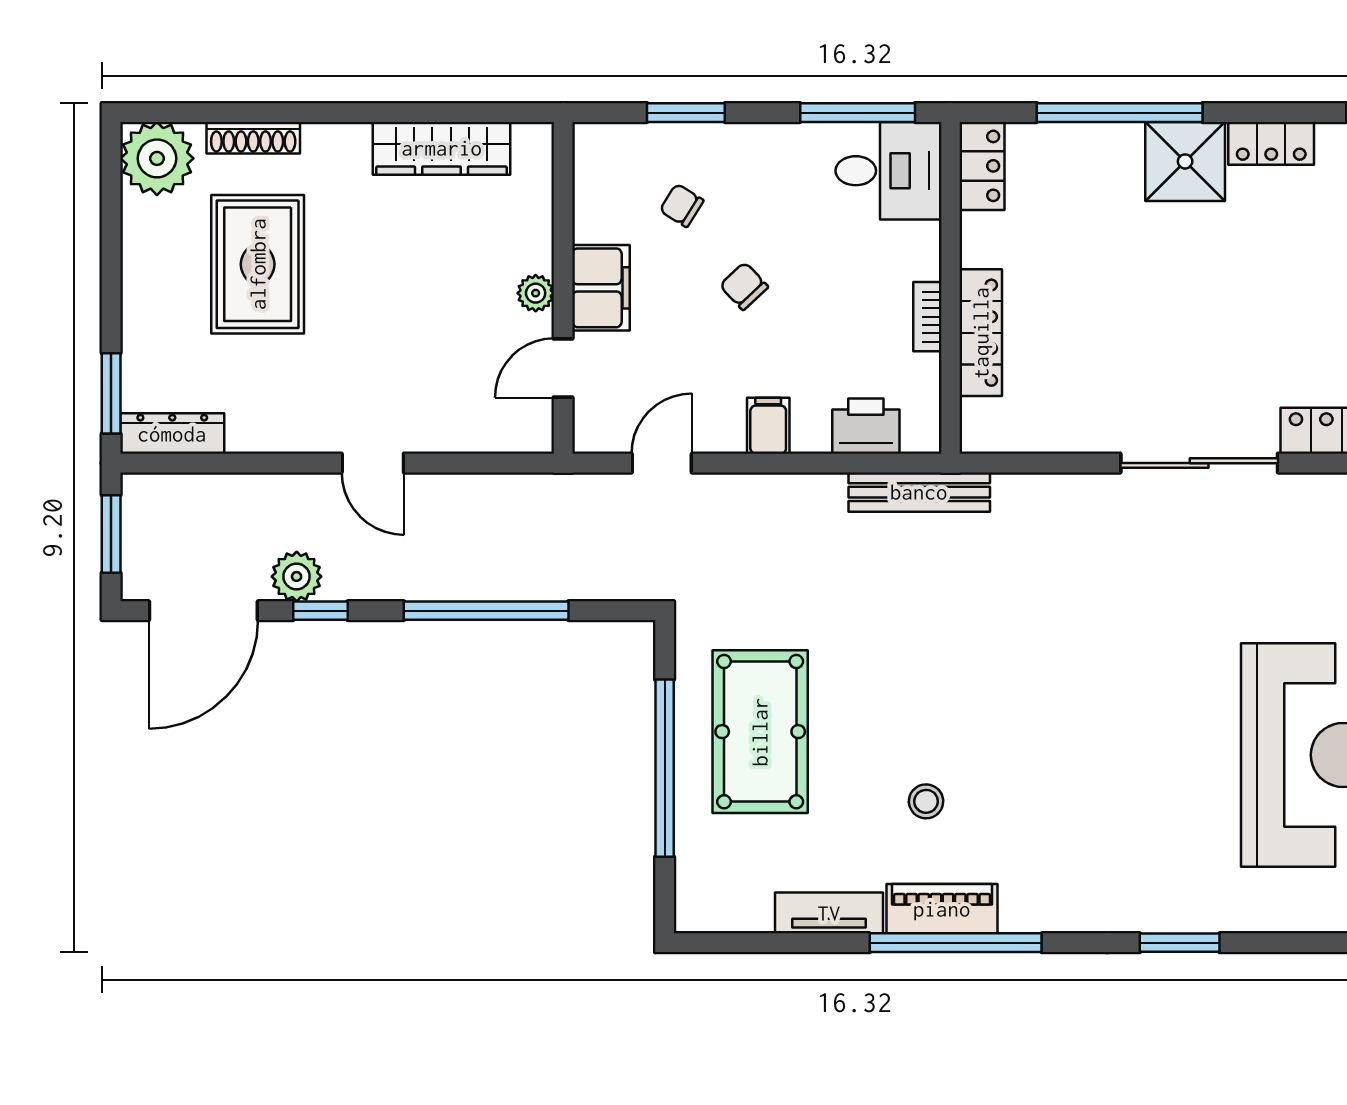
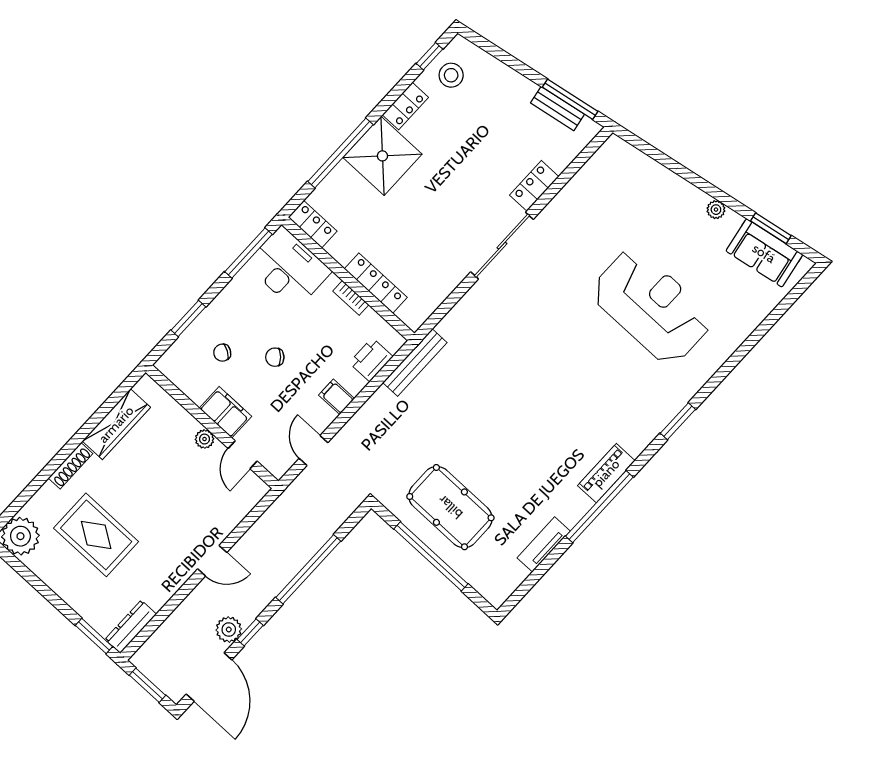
shoe rack: (253, 138) -> (71, 466), moved
shower: (1185, 161) -> (382, 156), width x1.37, depth x1.37
desk: (888, 171) -> (289, 268), width x1.37
stool: (926, 801) -> (535, 468), removed
piano: (942, 909) -> (606, 473), moved

